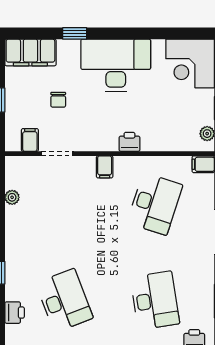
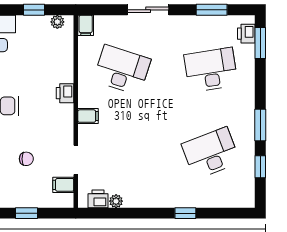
printer: (15, 313) -> (98, 199), moved

